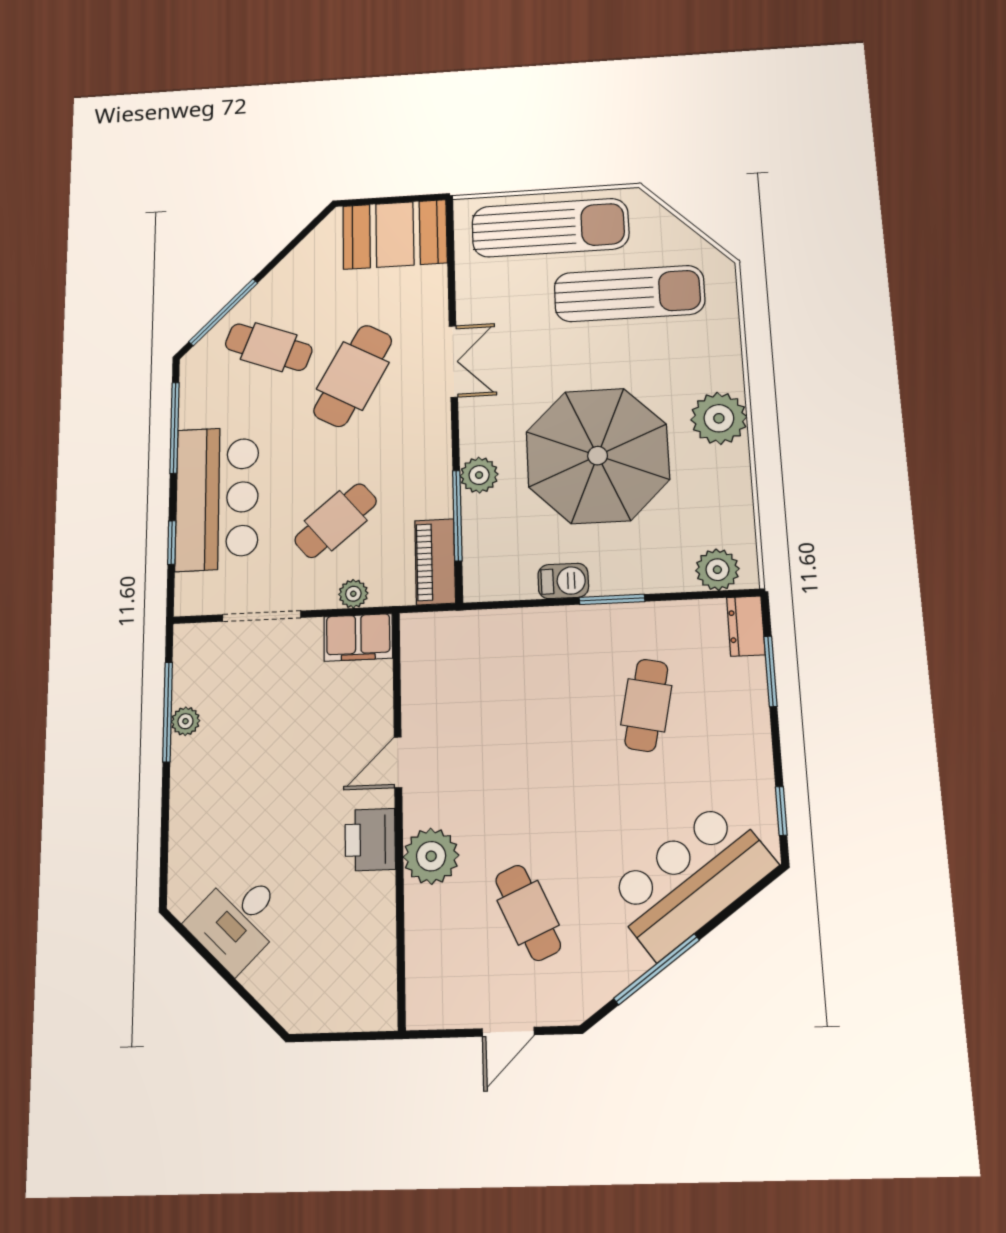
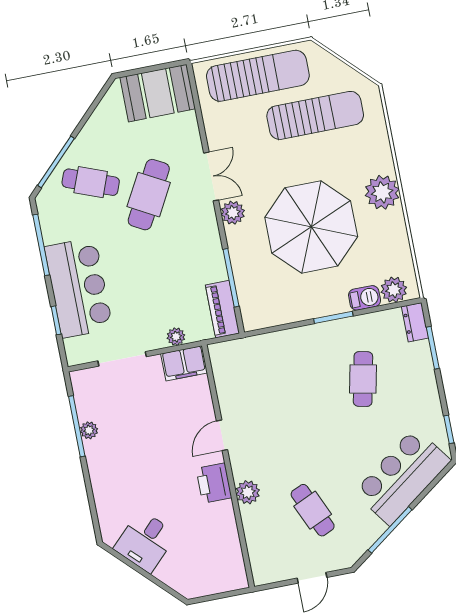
plant: (479, 475) -> (233, 213), moved
cafe table: (336, 521) -> (156, 292), removed
barbecue: (563, 581) -> (365, 298), moved
plant: (431, 856) -> (248, 492), width x0.73, depth x0.73

